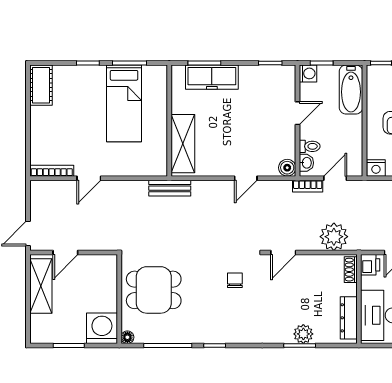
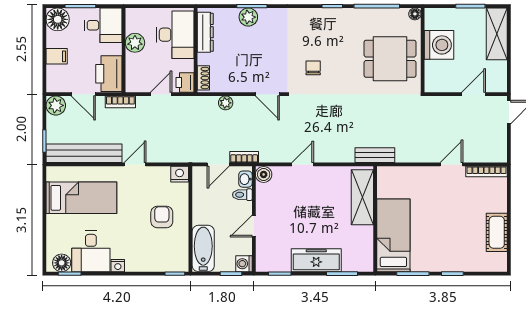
freezer: (212, 77) -> (316, 260), moved
cot: (41, 85) -> (497, 232), moved
bed: (124, 103) -> (393, 235), moved
plant: (334, 237) -> (226, 103), width x0.53, depth x0.53
door: (283, 253) -> (267, 94), swing flipped
chair: (235, 280) -> (313, 68), turned 180
shelving: (41, 286) -> (497, 34), moved
washing machine: (102, 328) -> (439, 45), moved, turned -90

